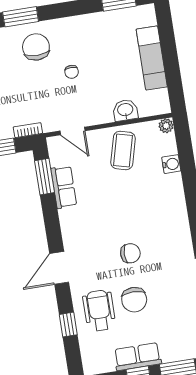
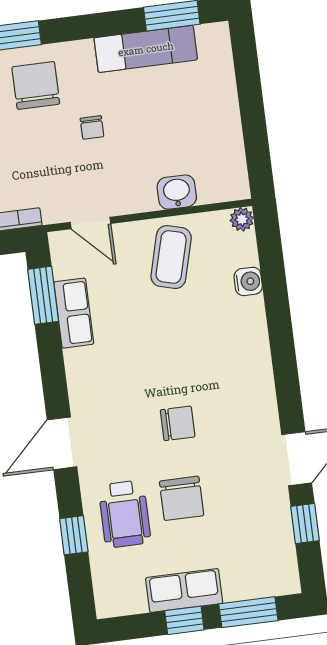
exam couch: (152, 58) -> (146, 49), moved, turned -90
wheelchair: (99, 310) -> (125, 514), turned 180

